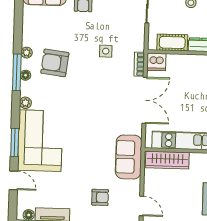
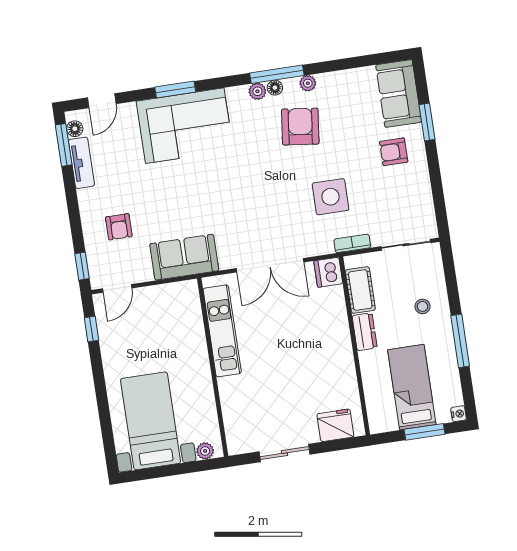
side table: (106, 51) -> (331, 197), width x1.87, depth x1.87
bookcase: (139, 64) -> (352, 243), moved
plant: (25, 103) -> (257, 91), moved
wardrobe: (167, 160) -> (190, 314), removed
door: (14, 180) -> (102, 101), moved

